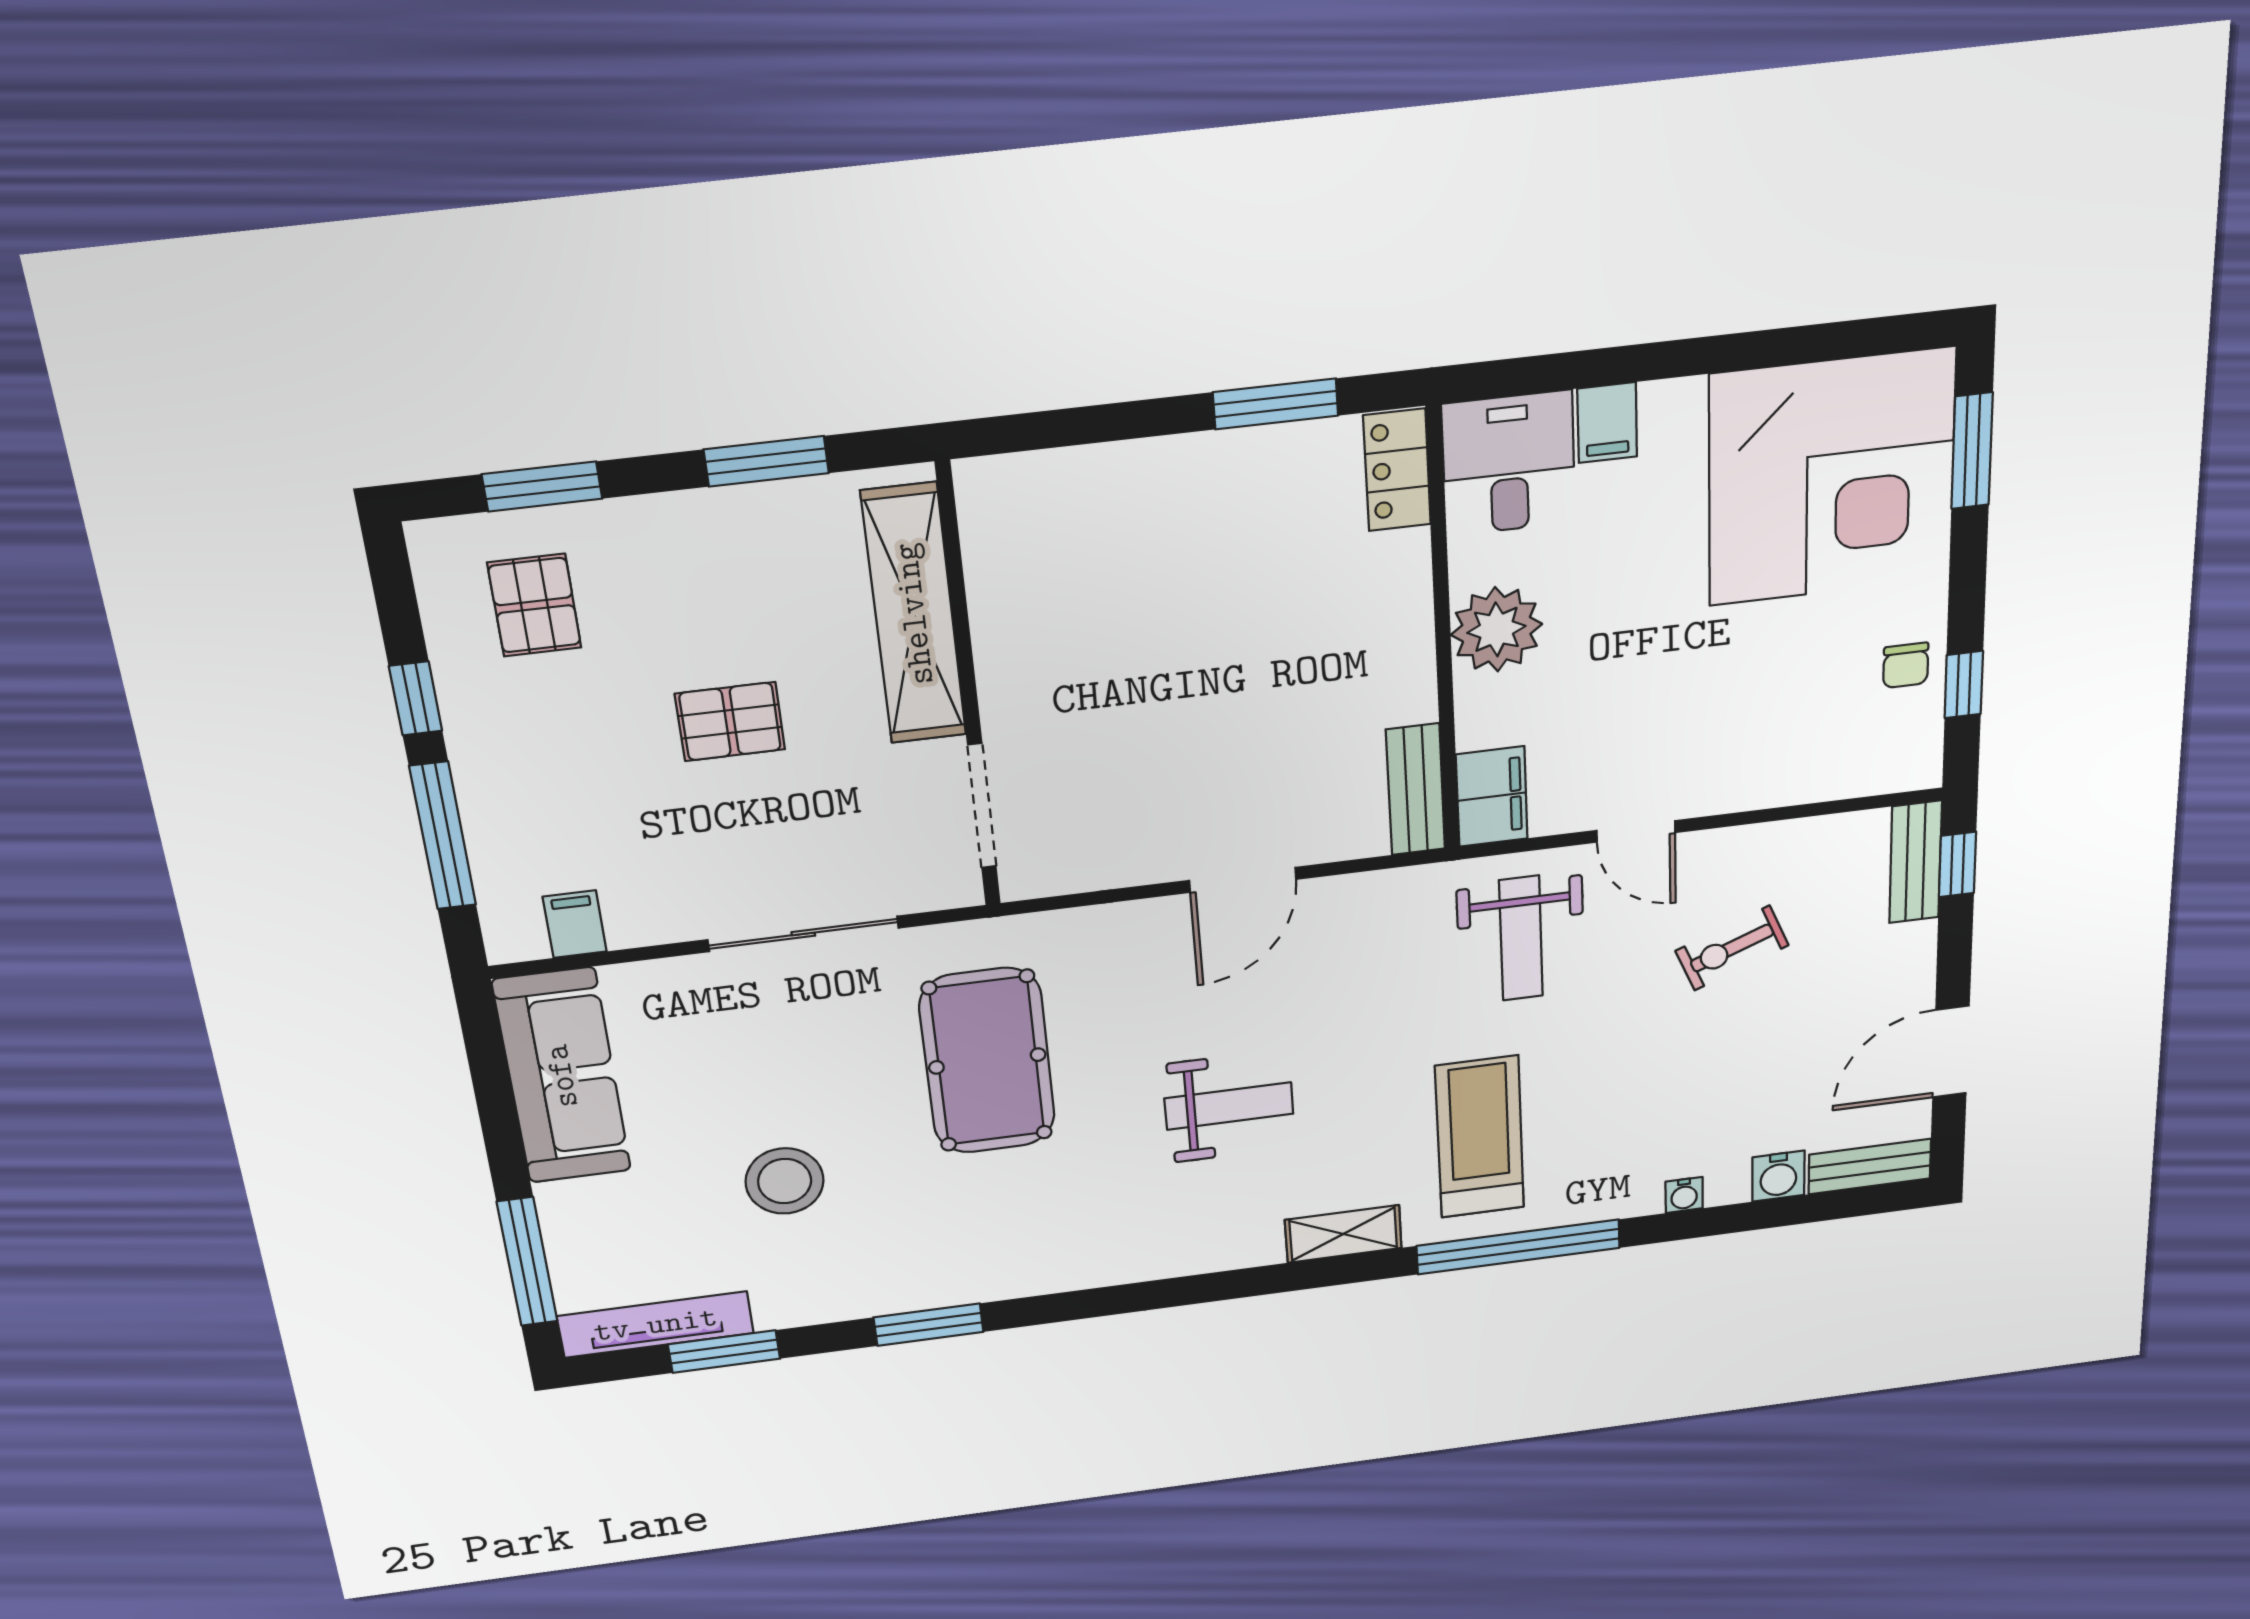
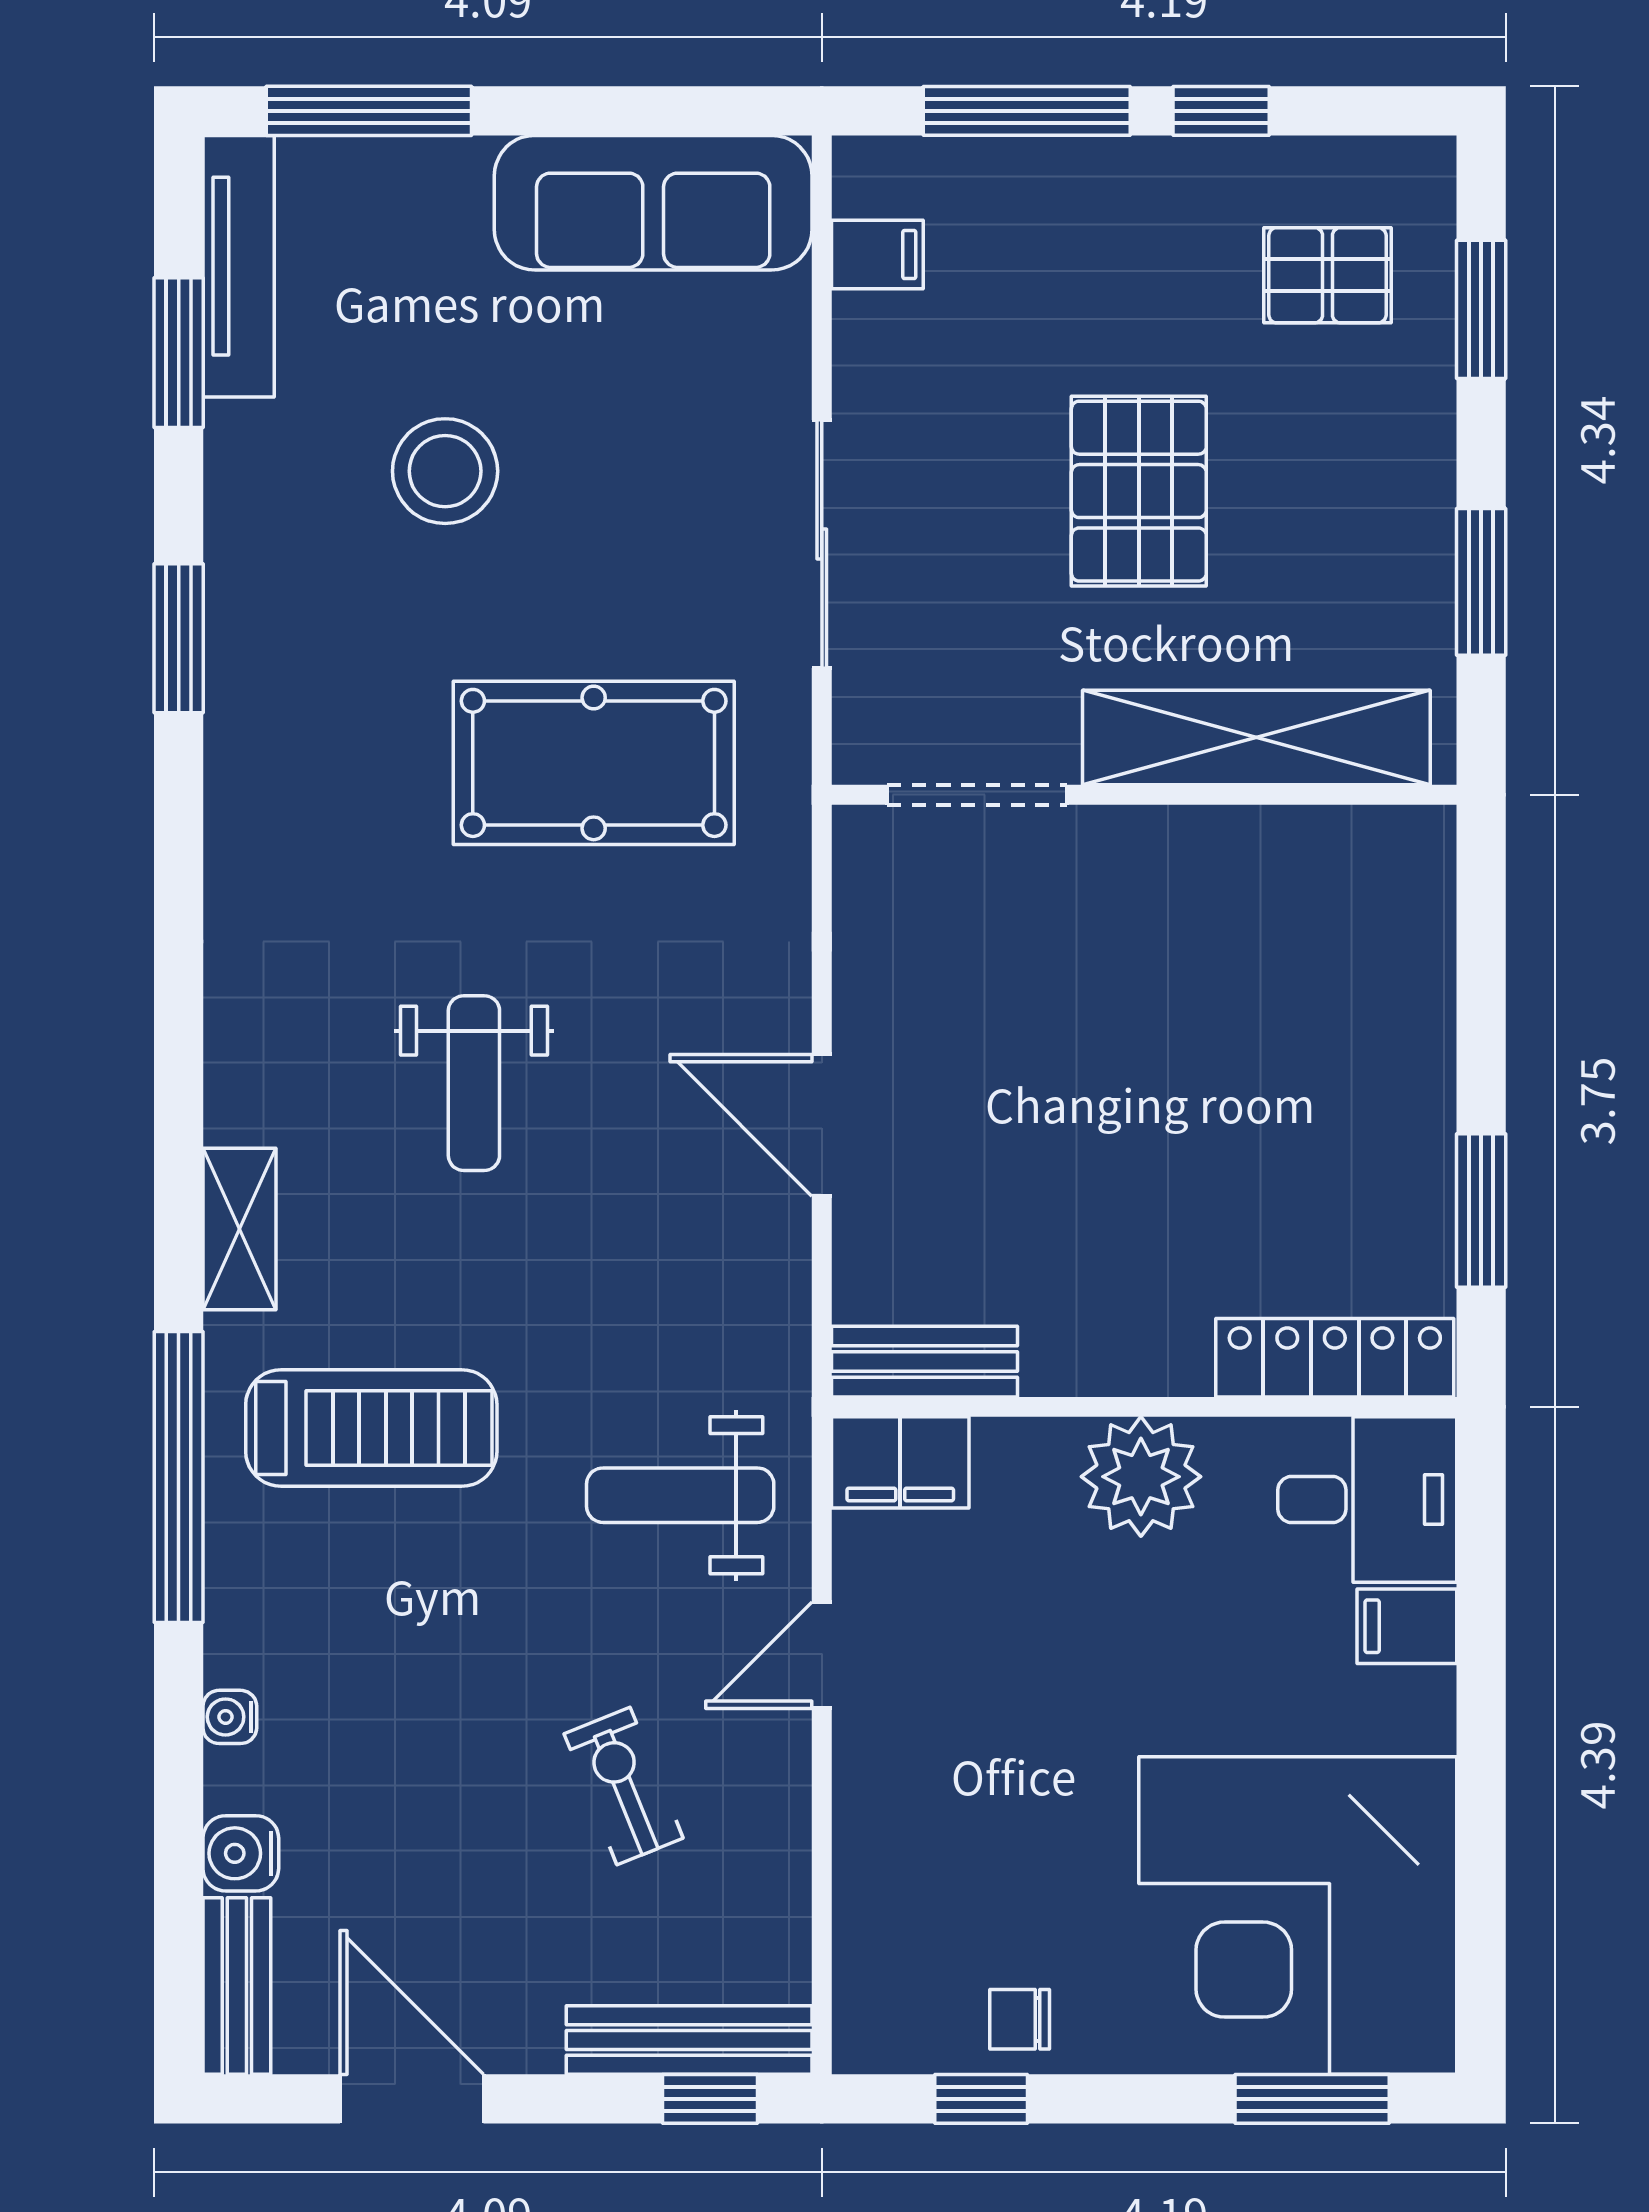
locker: (1397, 470) -> (1335, 1358), width x1.53
pallet: (730, 722) -> (1139, 491), width x1.50, depth x1.42
bench: (1915, 862) -> (689, 2040), width x1.36

